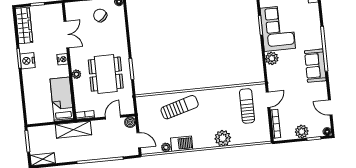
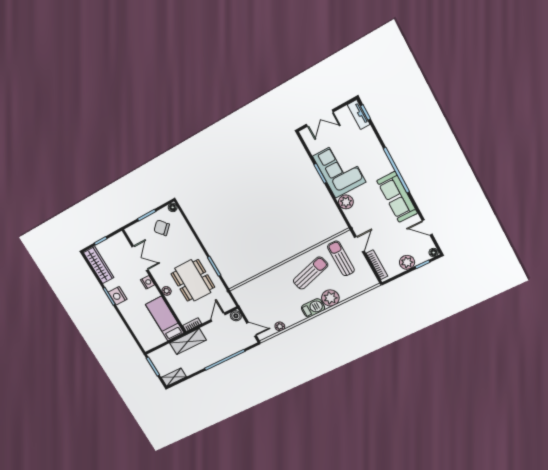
sofa: (315, 66) -> (397, 197), width x1.36
sun lounger: (180, 107) -> (311, 273), moved
barbecue: (182, 144) -> (313, 308), moved

